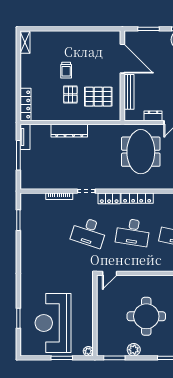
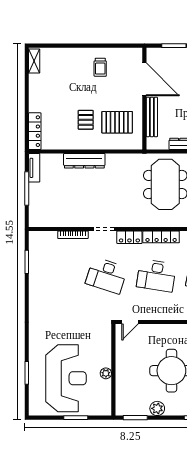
trolley: (66, 70) -> (100, 67), moved
reception desk: (53, 323) -> (66, 378), turned 180
plant: (88, 351) -> (106, 373), moved

